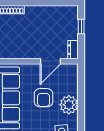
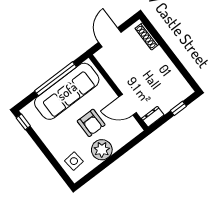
armchair: (44, 98) -> (91, 123), turned -90

